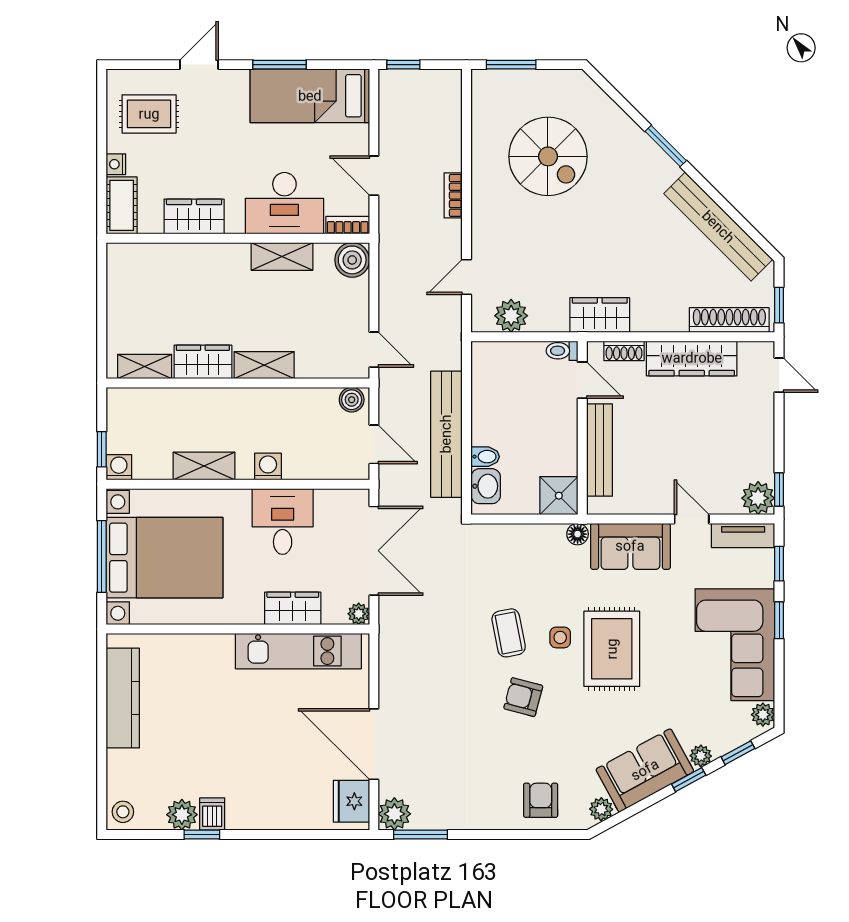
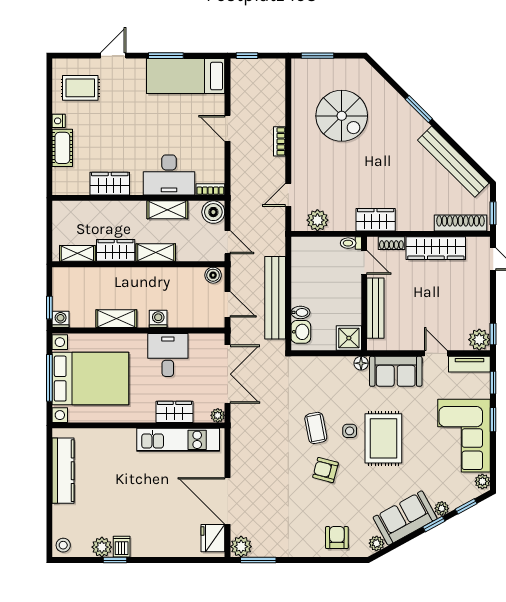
desk: (284, 203) -> (169, 175), moved
wardrobe: (194, 217) -> (110, 184), moved
bookcase: (348, 225) -> (210, 189), moved
wall: (238, 238) -> (138, 198), moved
shelving: (282, 256) -> (167, 210), moved
boiler: (352, 260) -> (213, 212), moved

